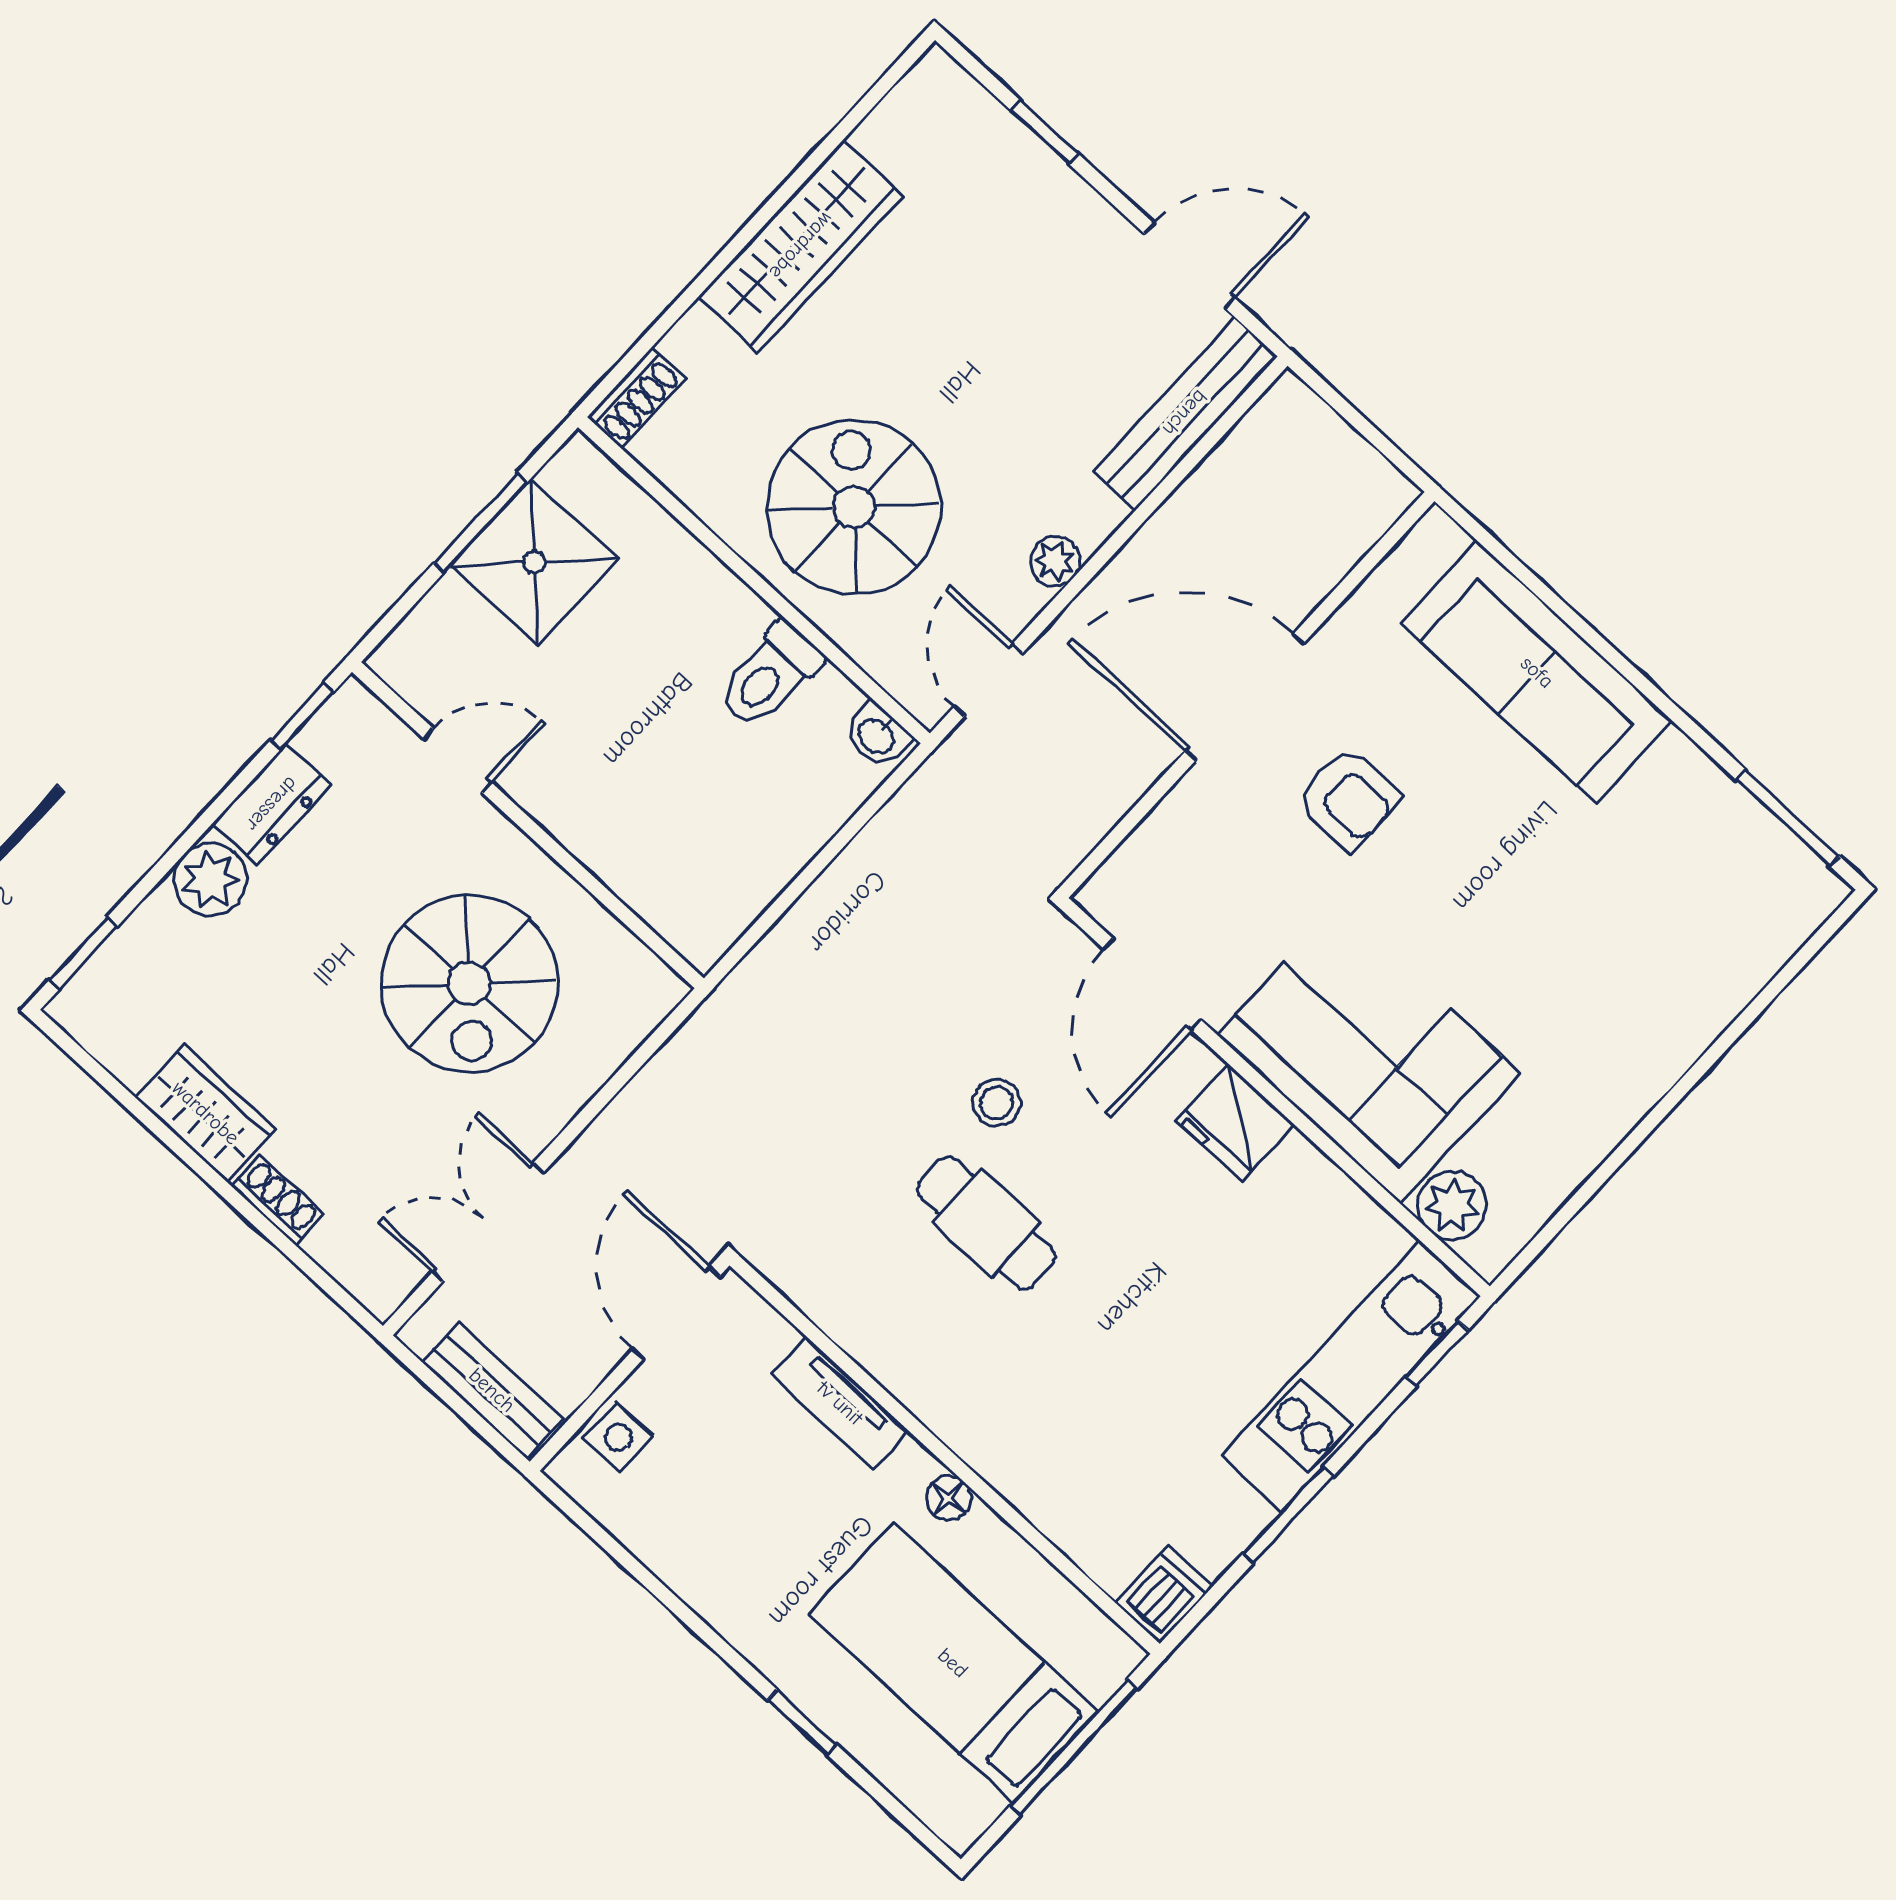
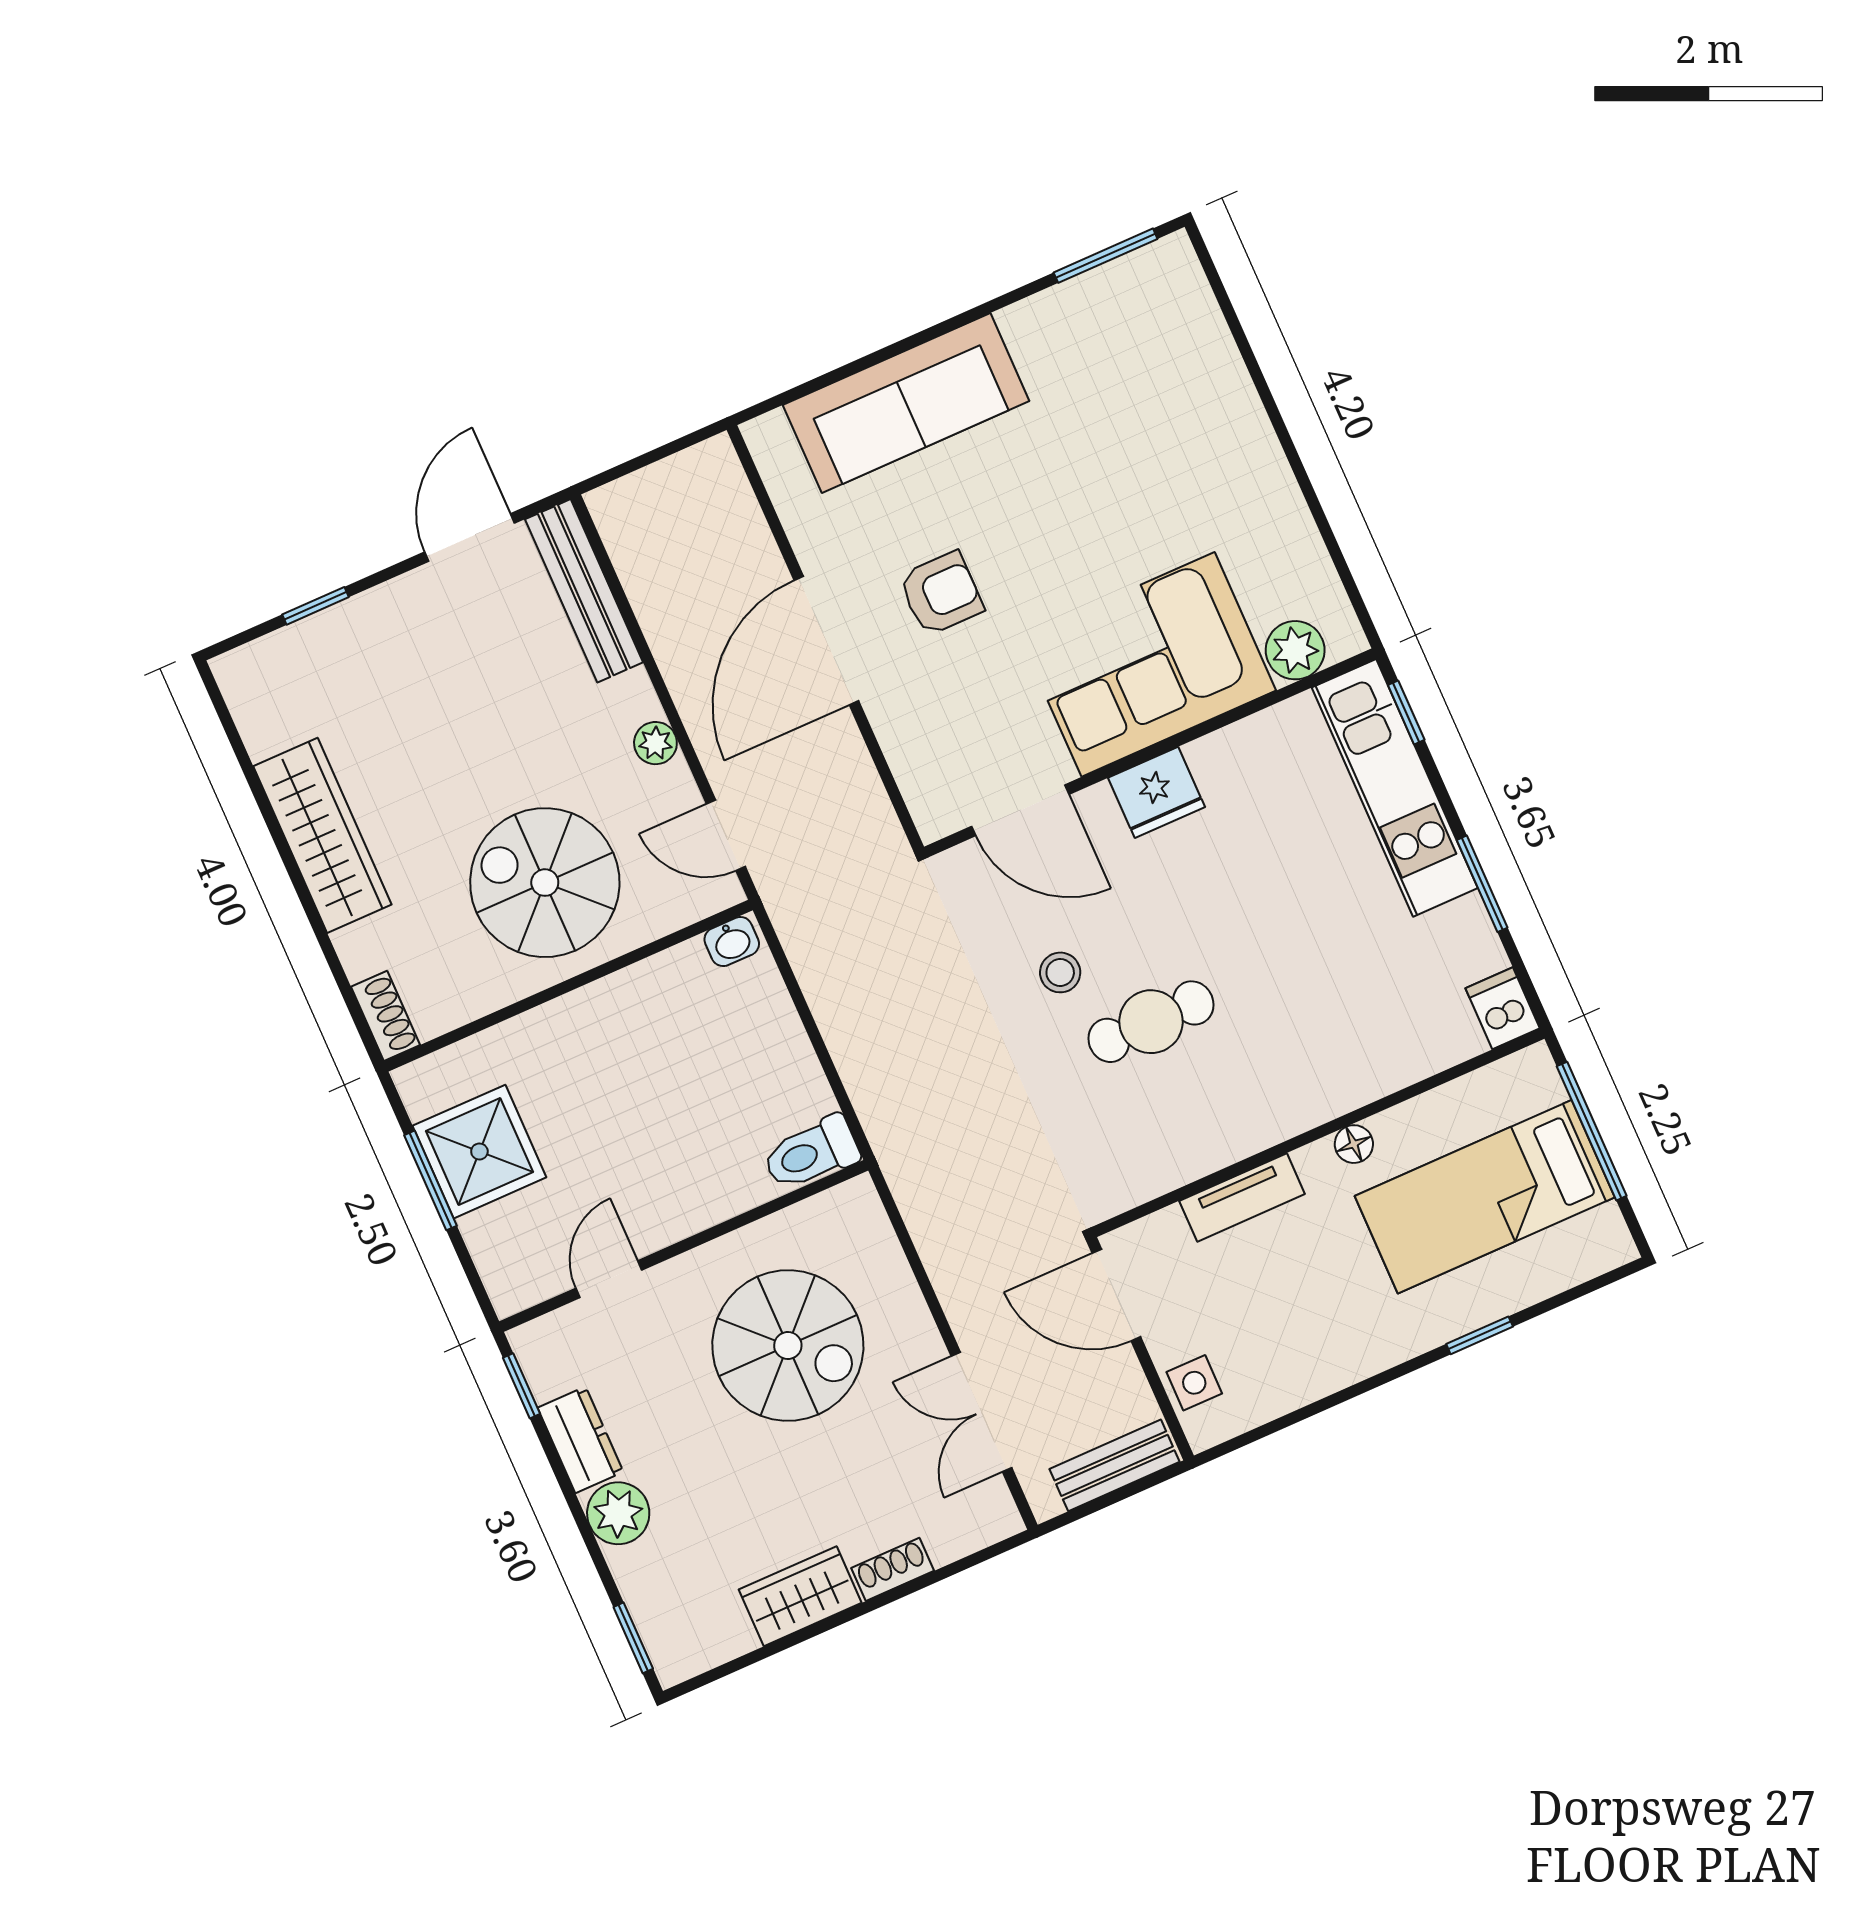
toilet: (769, 676) -> (811, 1153), moved, turned 90

